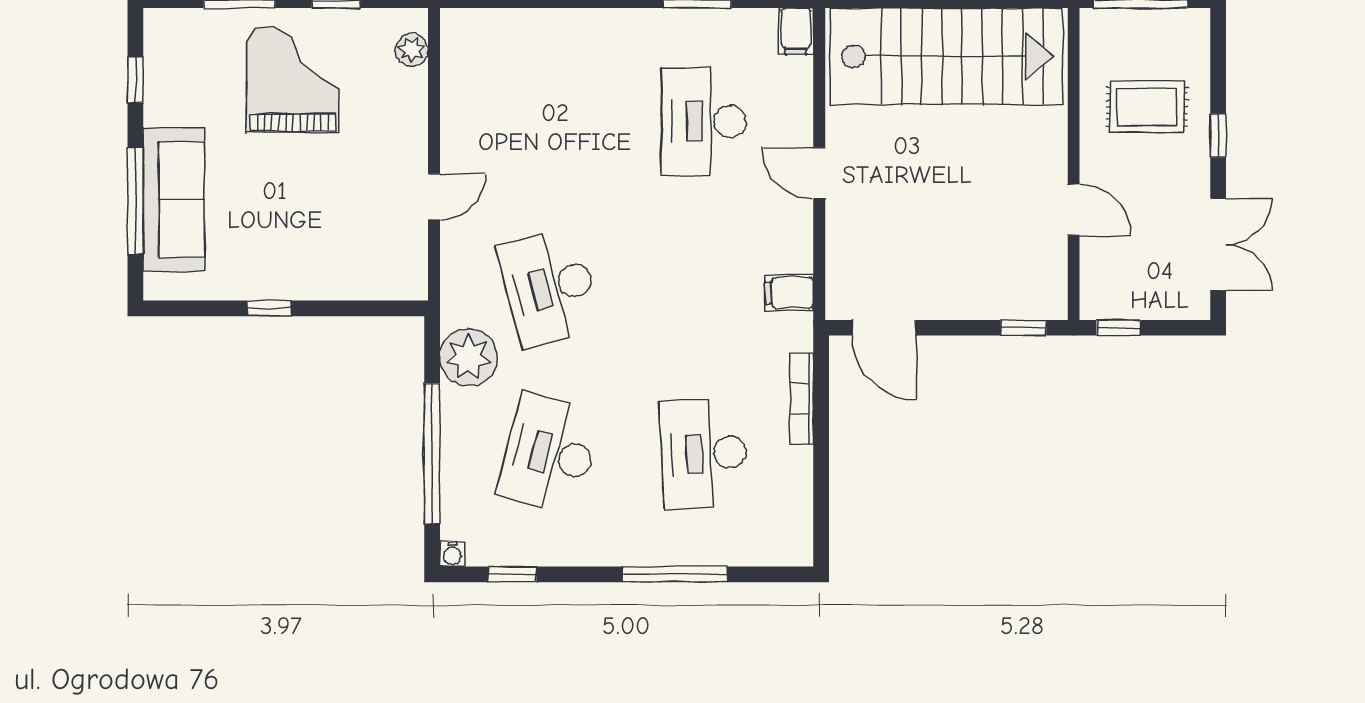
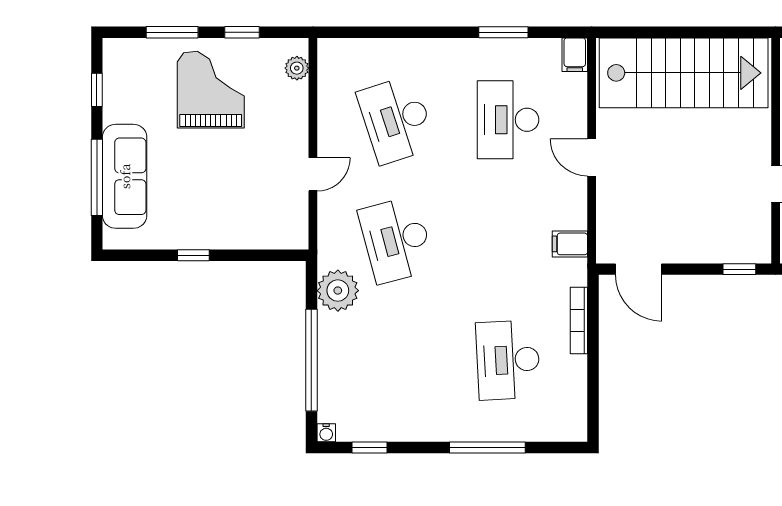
desk: (550, 453) -> (396, 120), moved, turned -33

